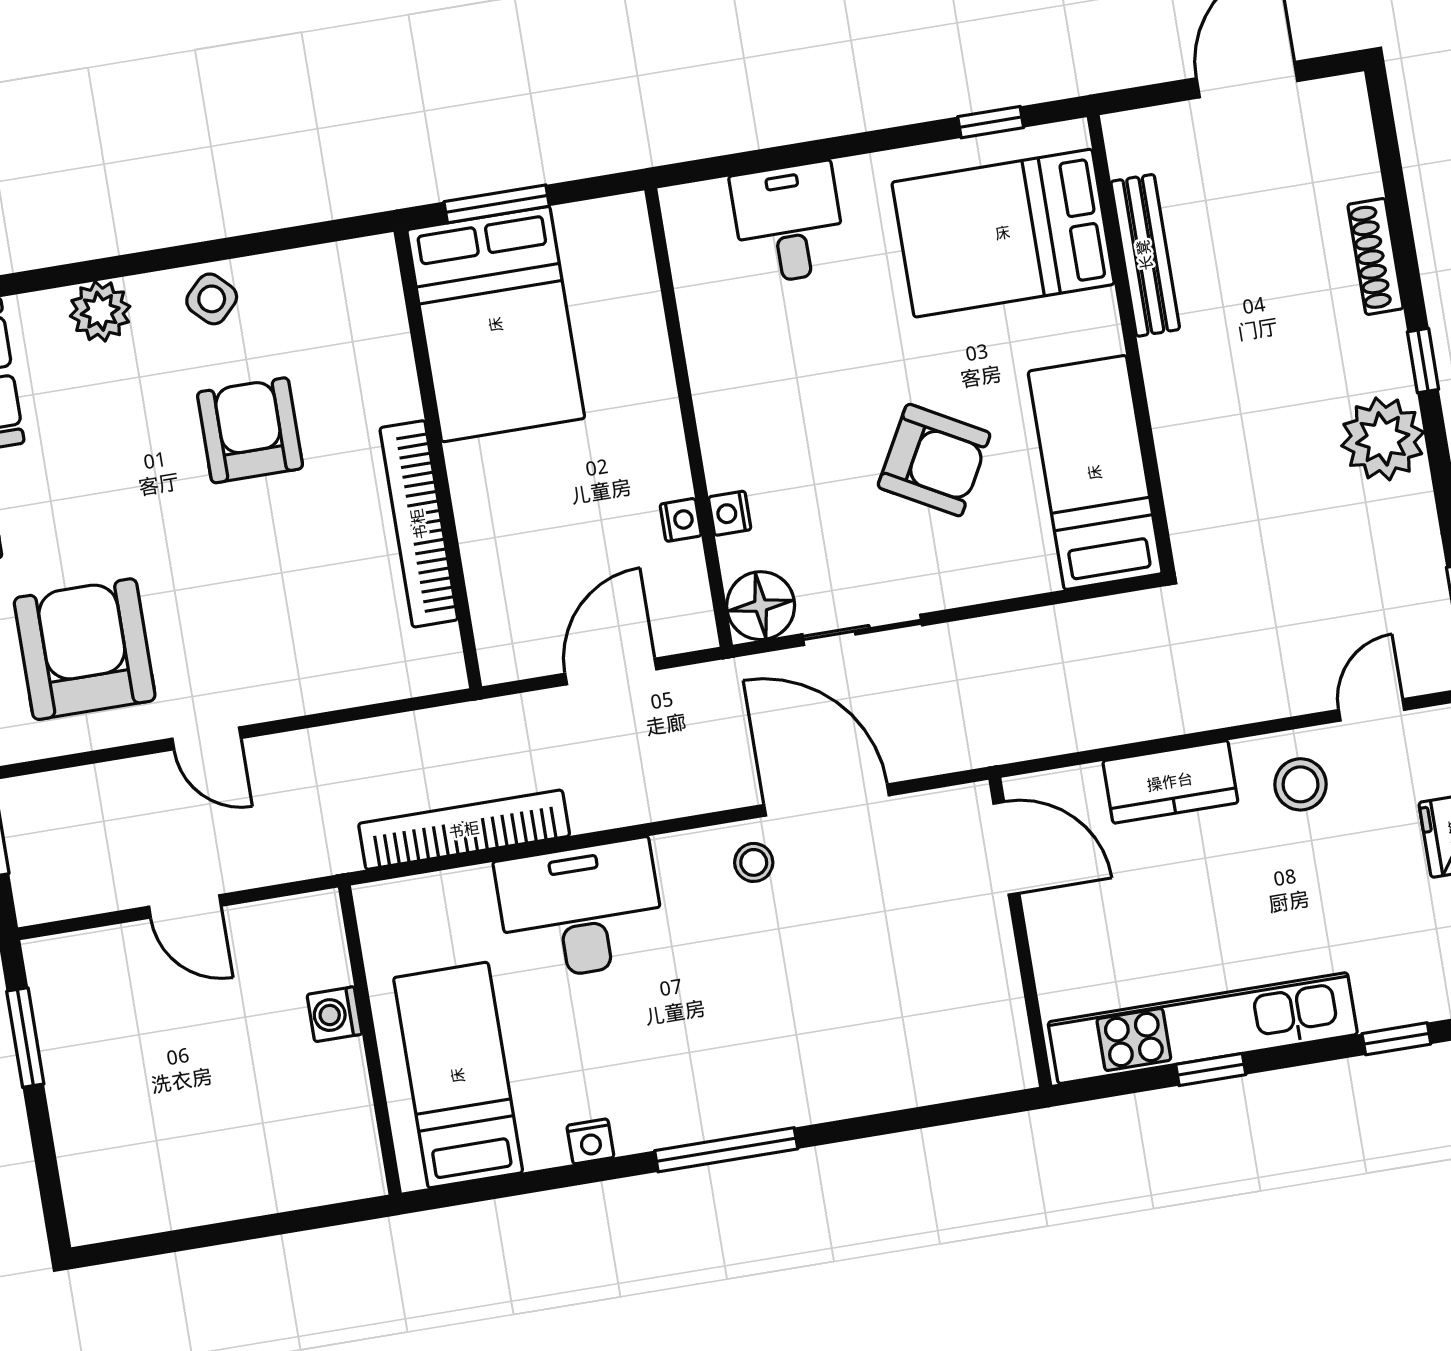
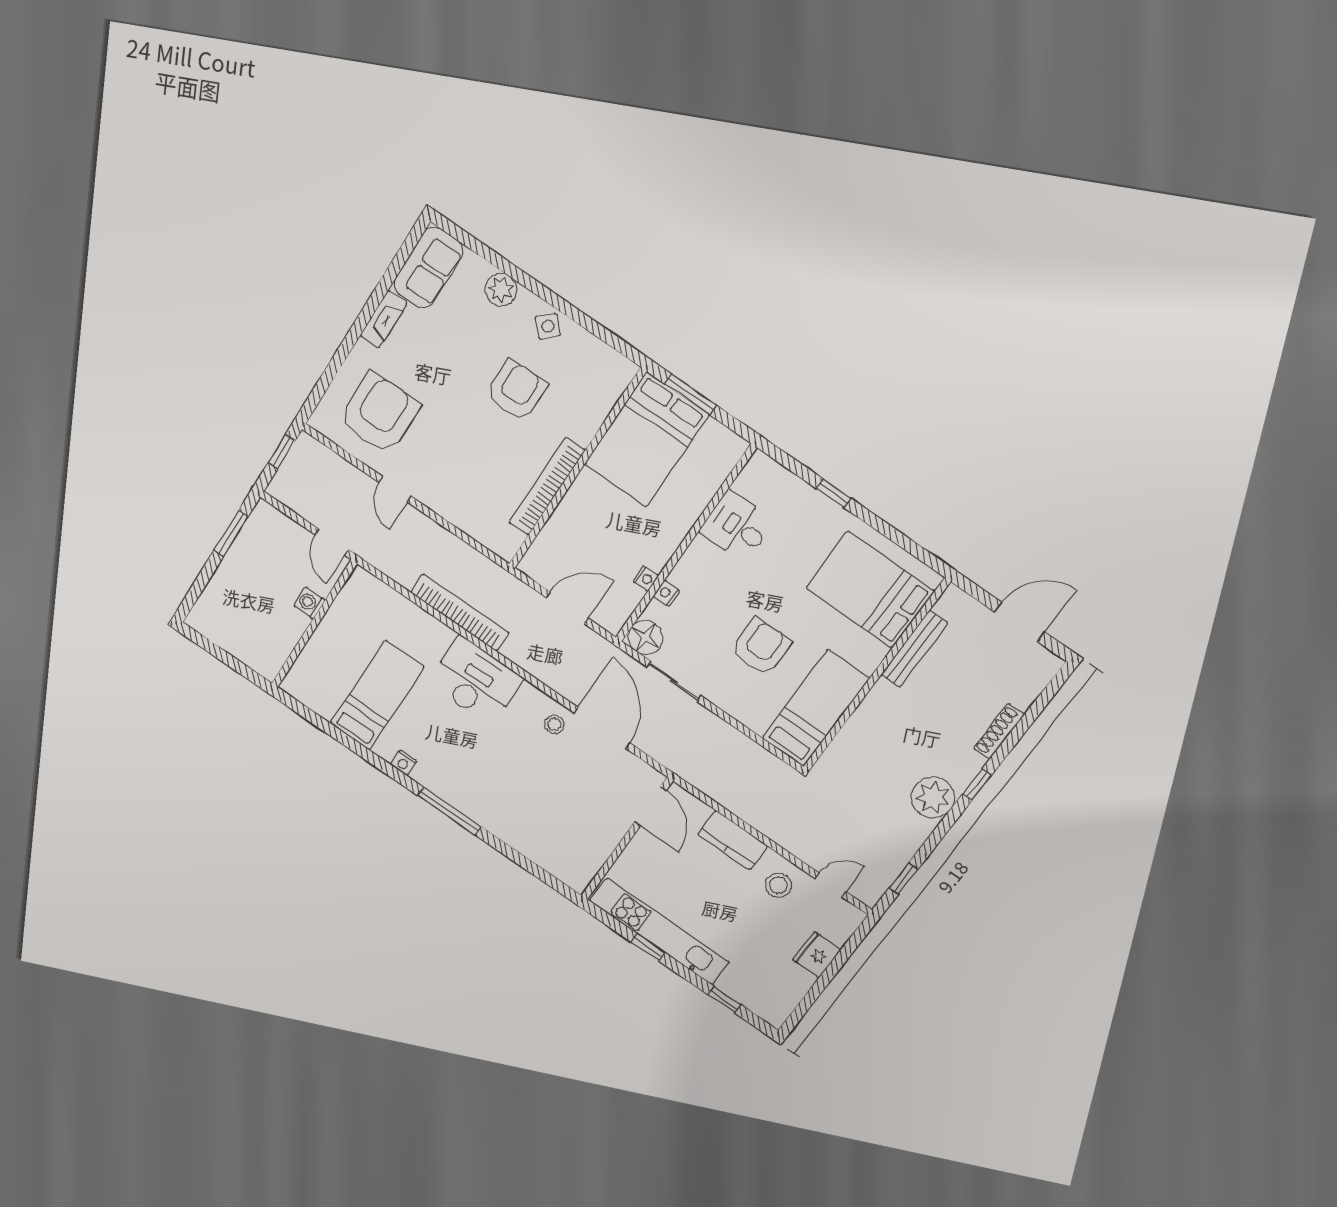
window: (991, 122) -> (833, 493), moved
desk: (789, 223) -> (737, 527), moved, turned -90
armchair: (934, 460) -> (761, 647), turned -119
washing machine: (334, 1014) -> (309, 603), moved
wall: (370, 1040) -> (314, 624), moved

